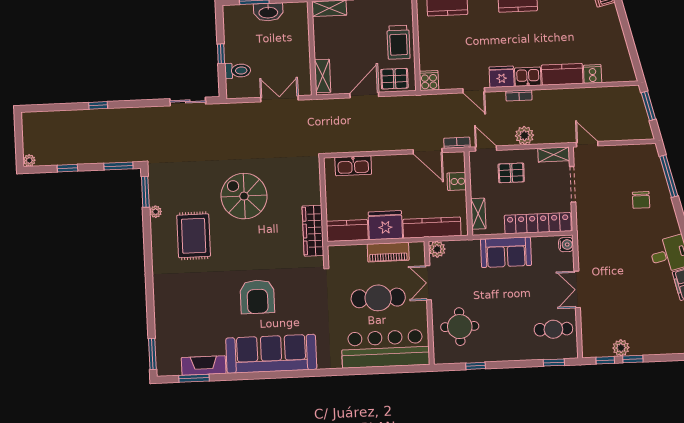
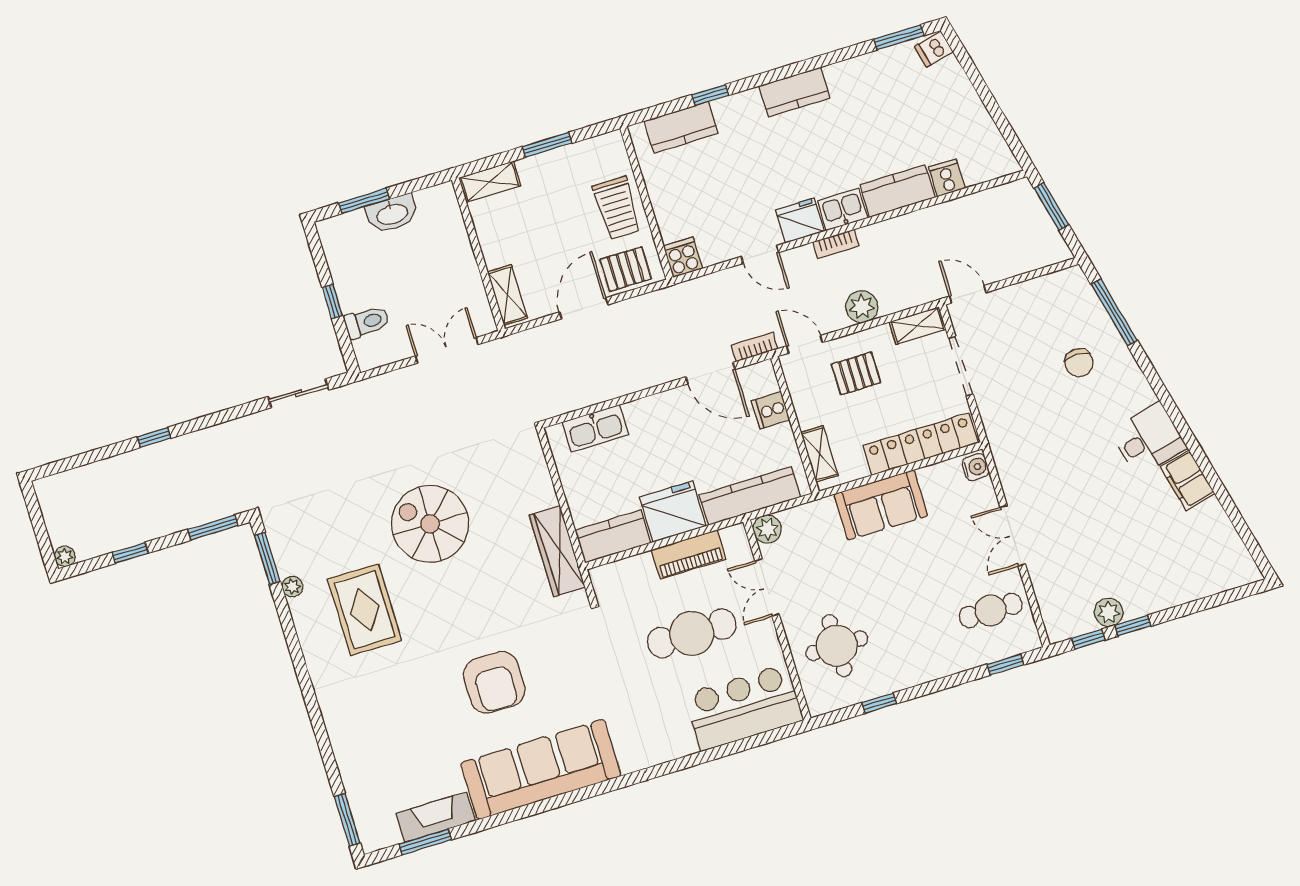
bar counter: (385, 349) -> (744, 707), width x0.73

